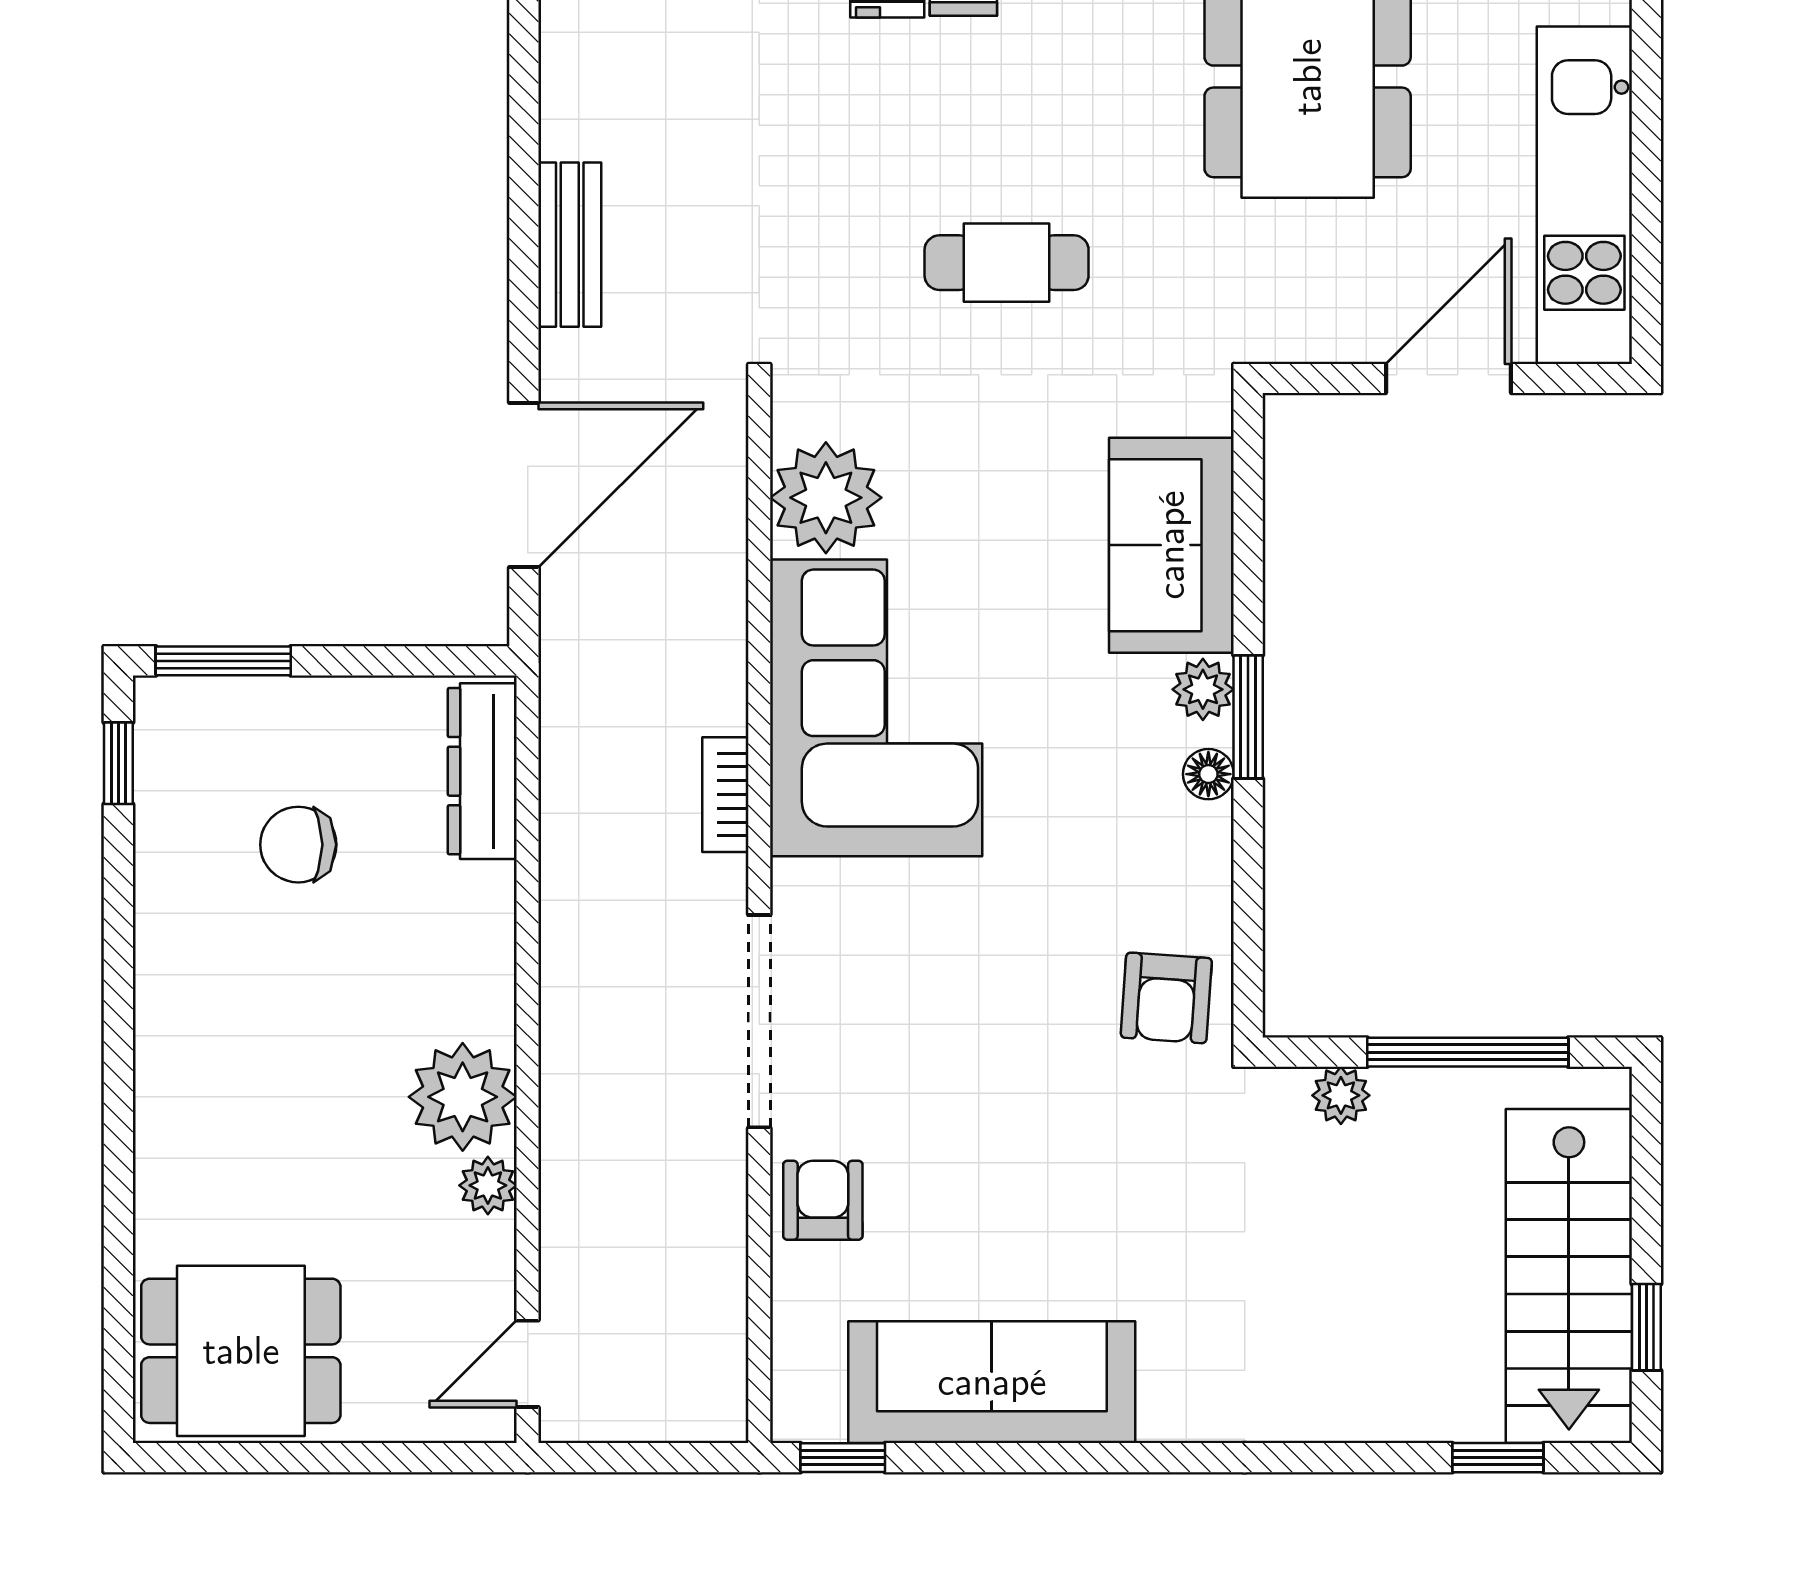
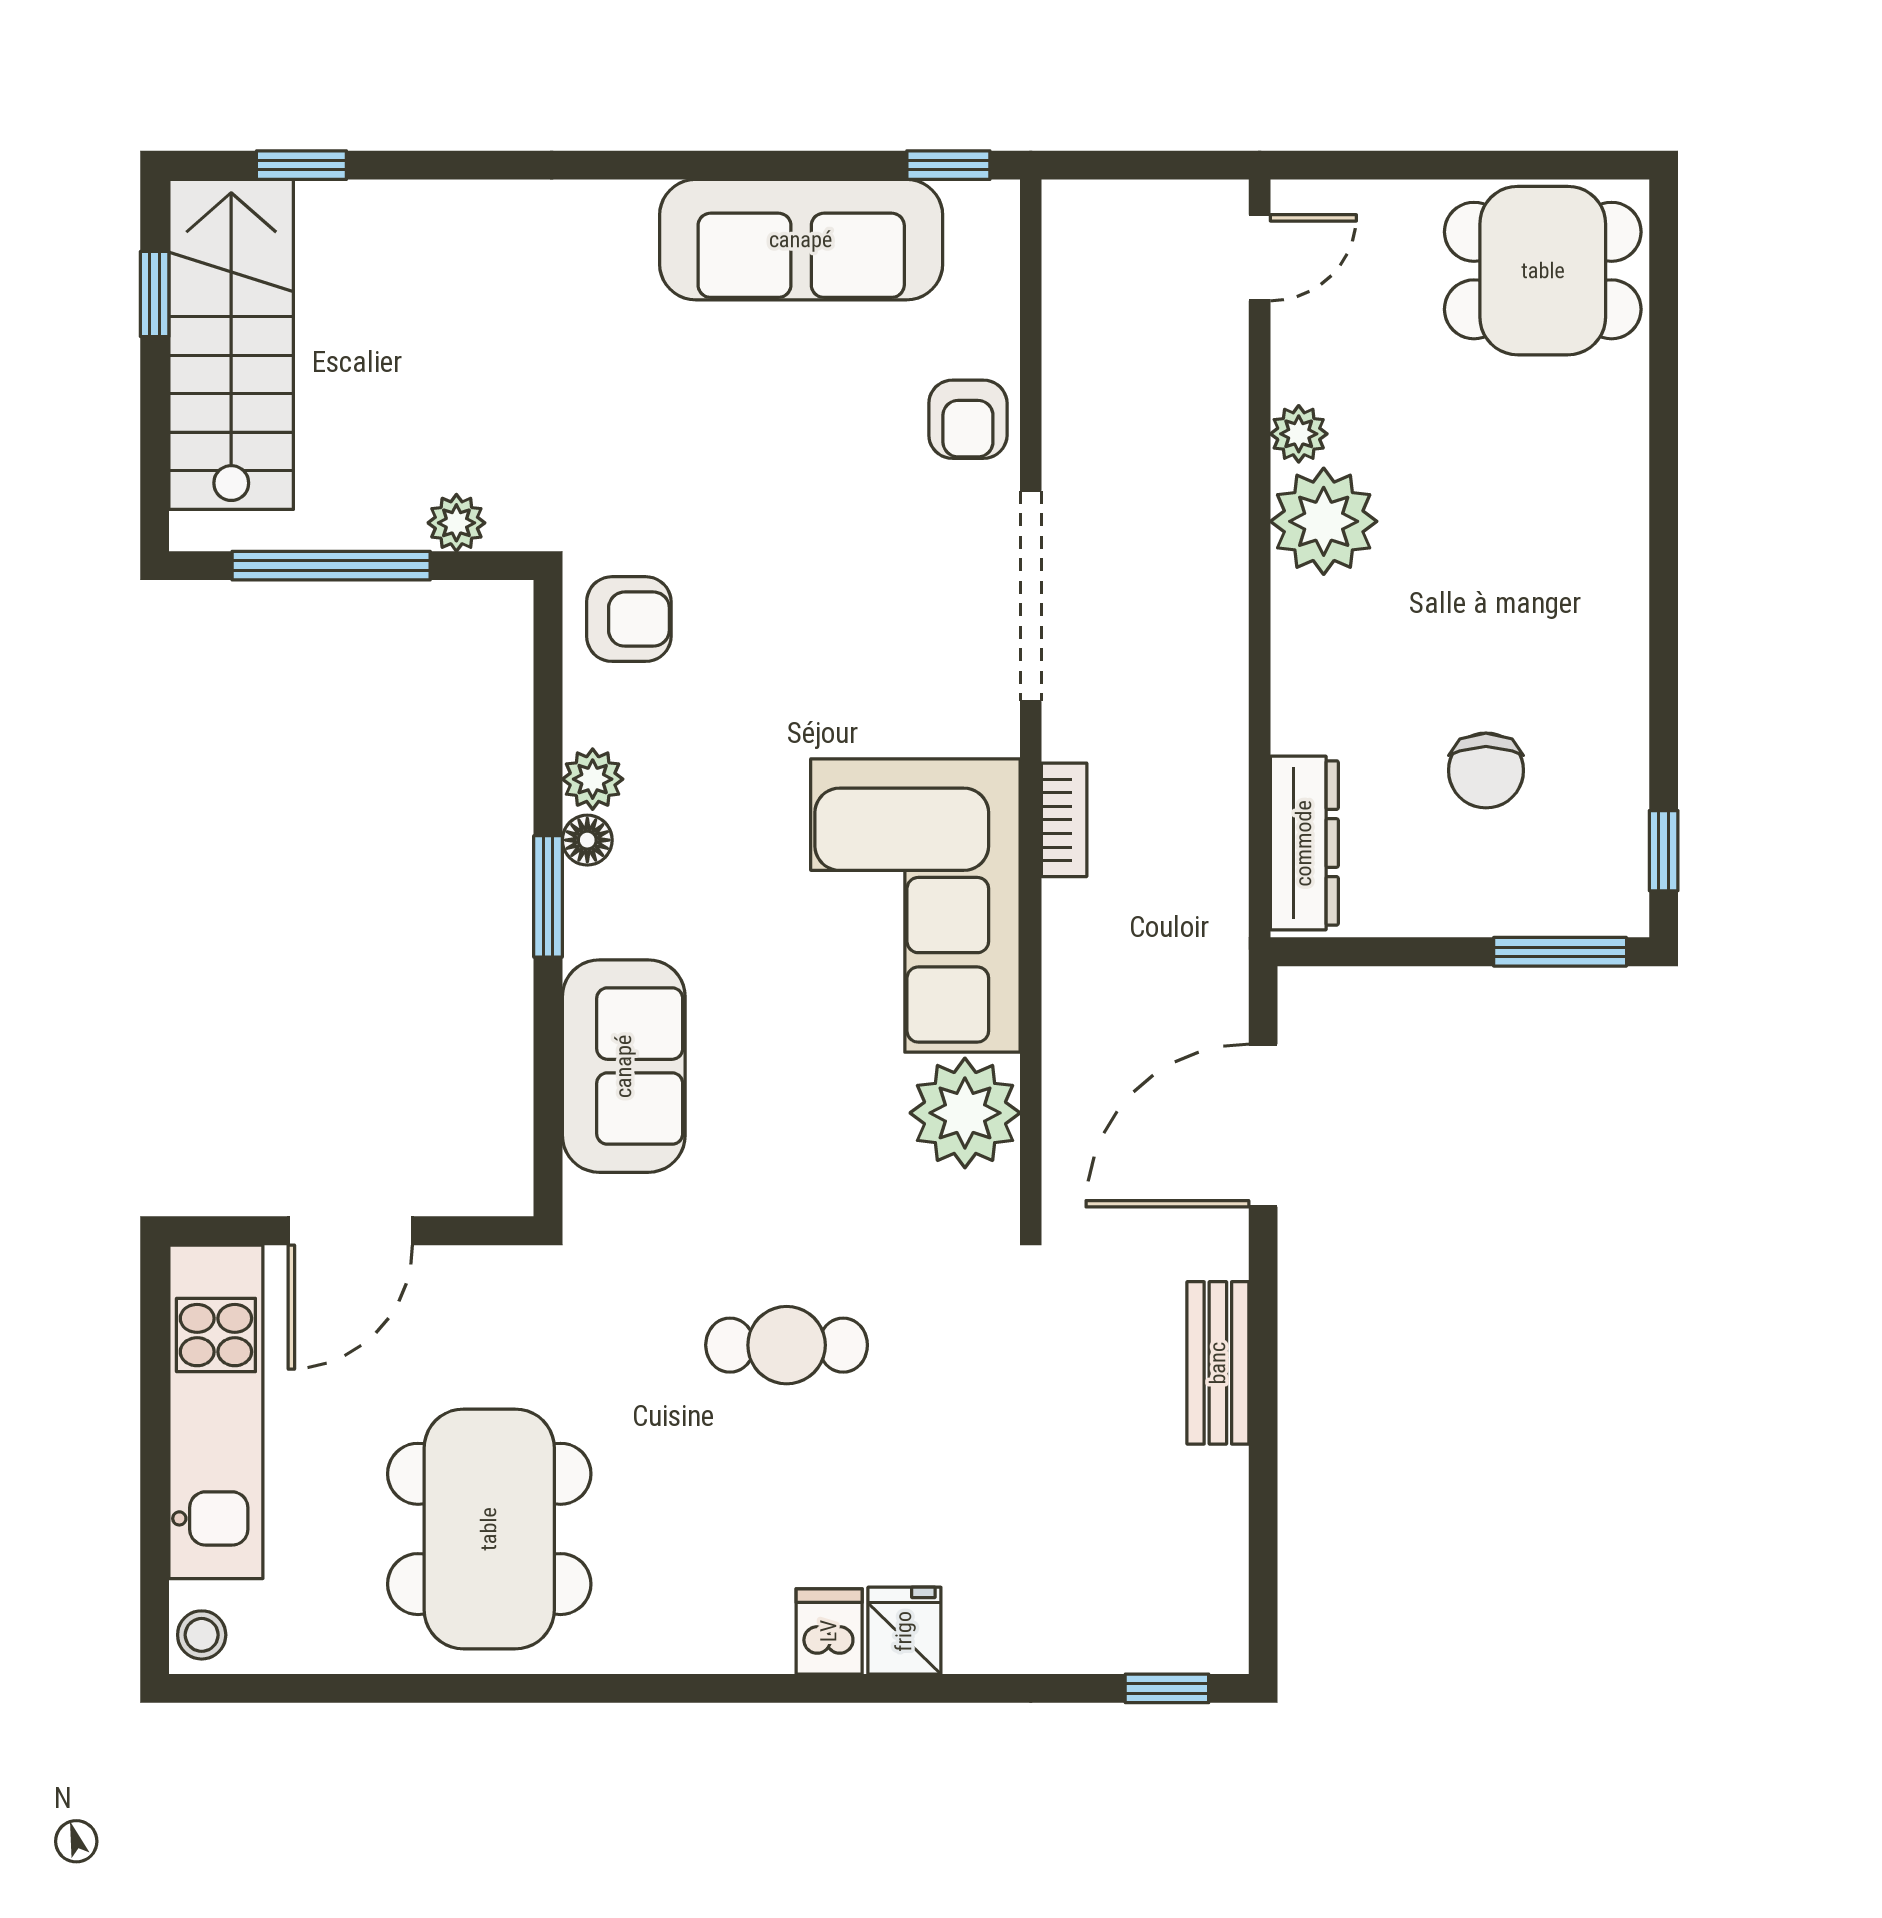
plant: (1203, 689) -> (593, 779), moved
chair: (298, 845) -> (1486, 770), turned 90
armchair: (1166, 998) -> (629, 619), turned 86

